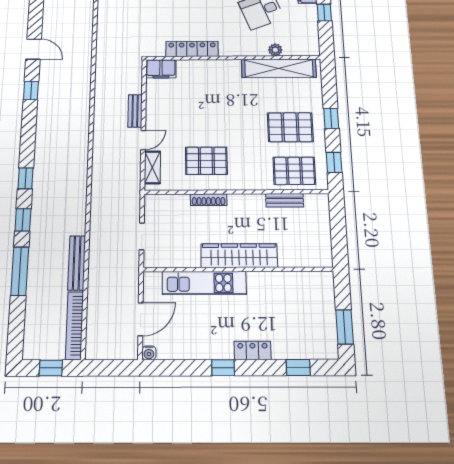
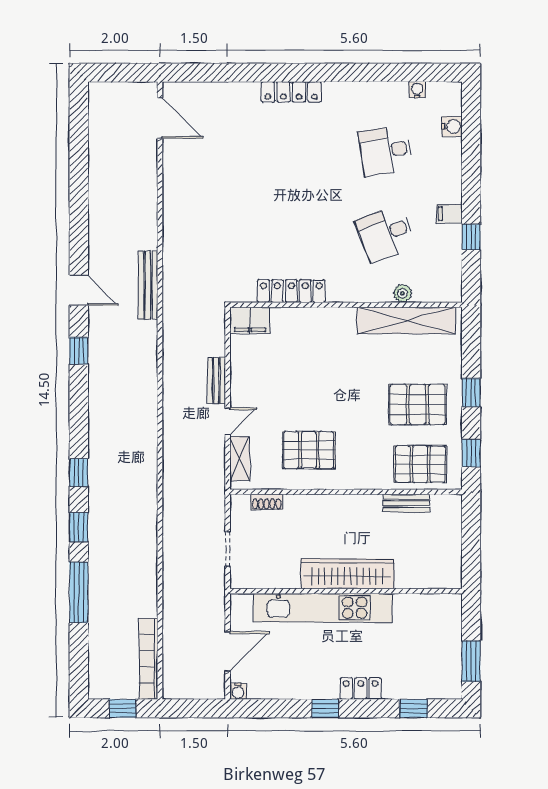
shoe rack: (209, 200) -> (267, 502), moved, width x0.70
bench: (77, 263) -> (148, 285), moved
kitchen unit: (204, 283) -> (323, 608), width x1.36

